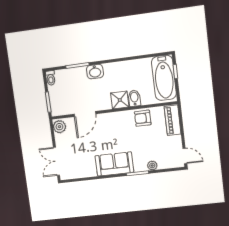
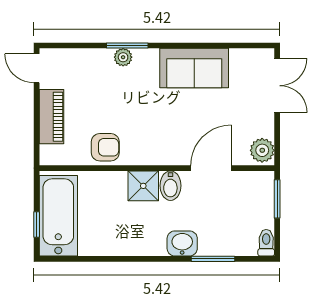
bidet: (134, 98) -> (170, 186), moved
piano: (173, 120) -> (51, 117), moved
sofa: (114, 164) -> (194, 68), moved
plant: (152, 166) -> (123, 57), moved

